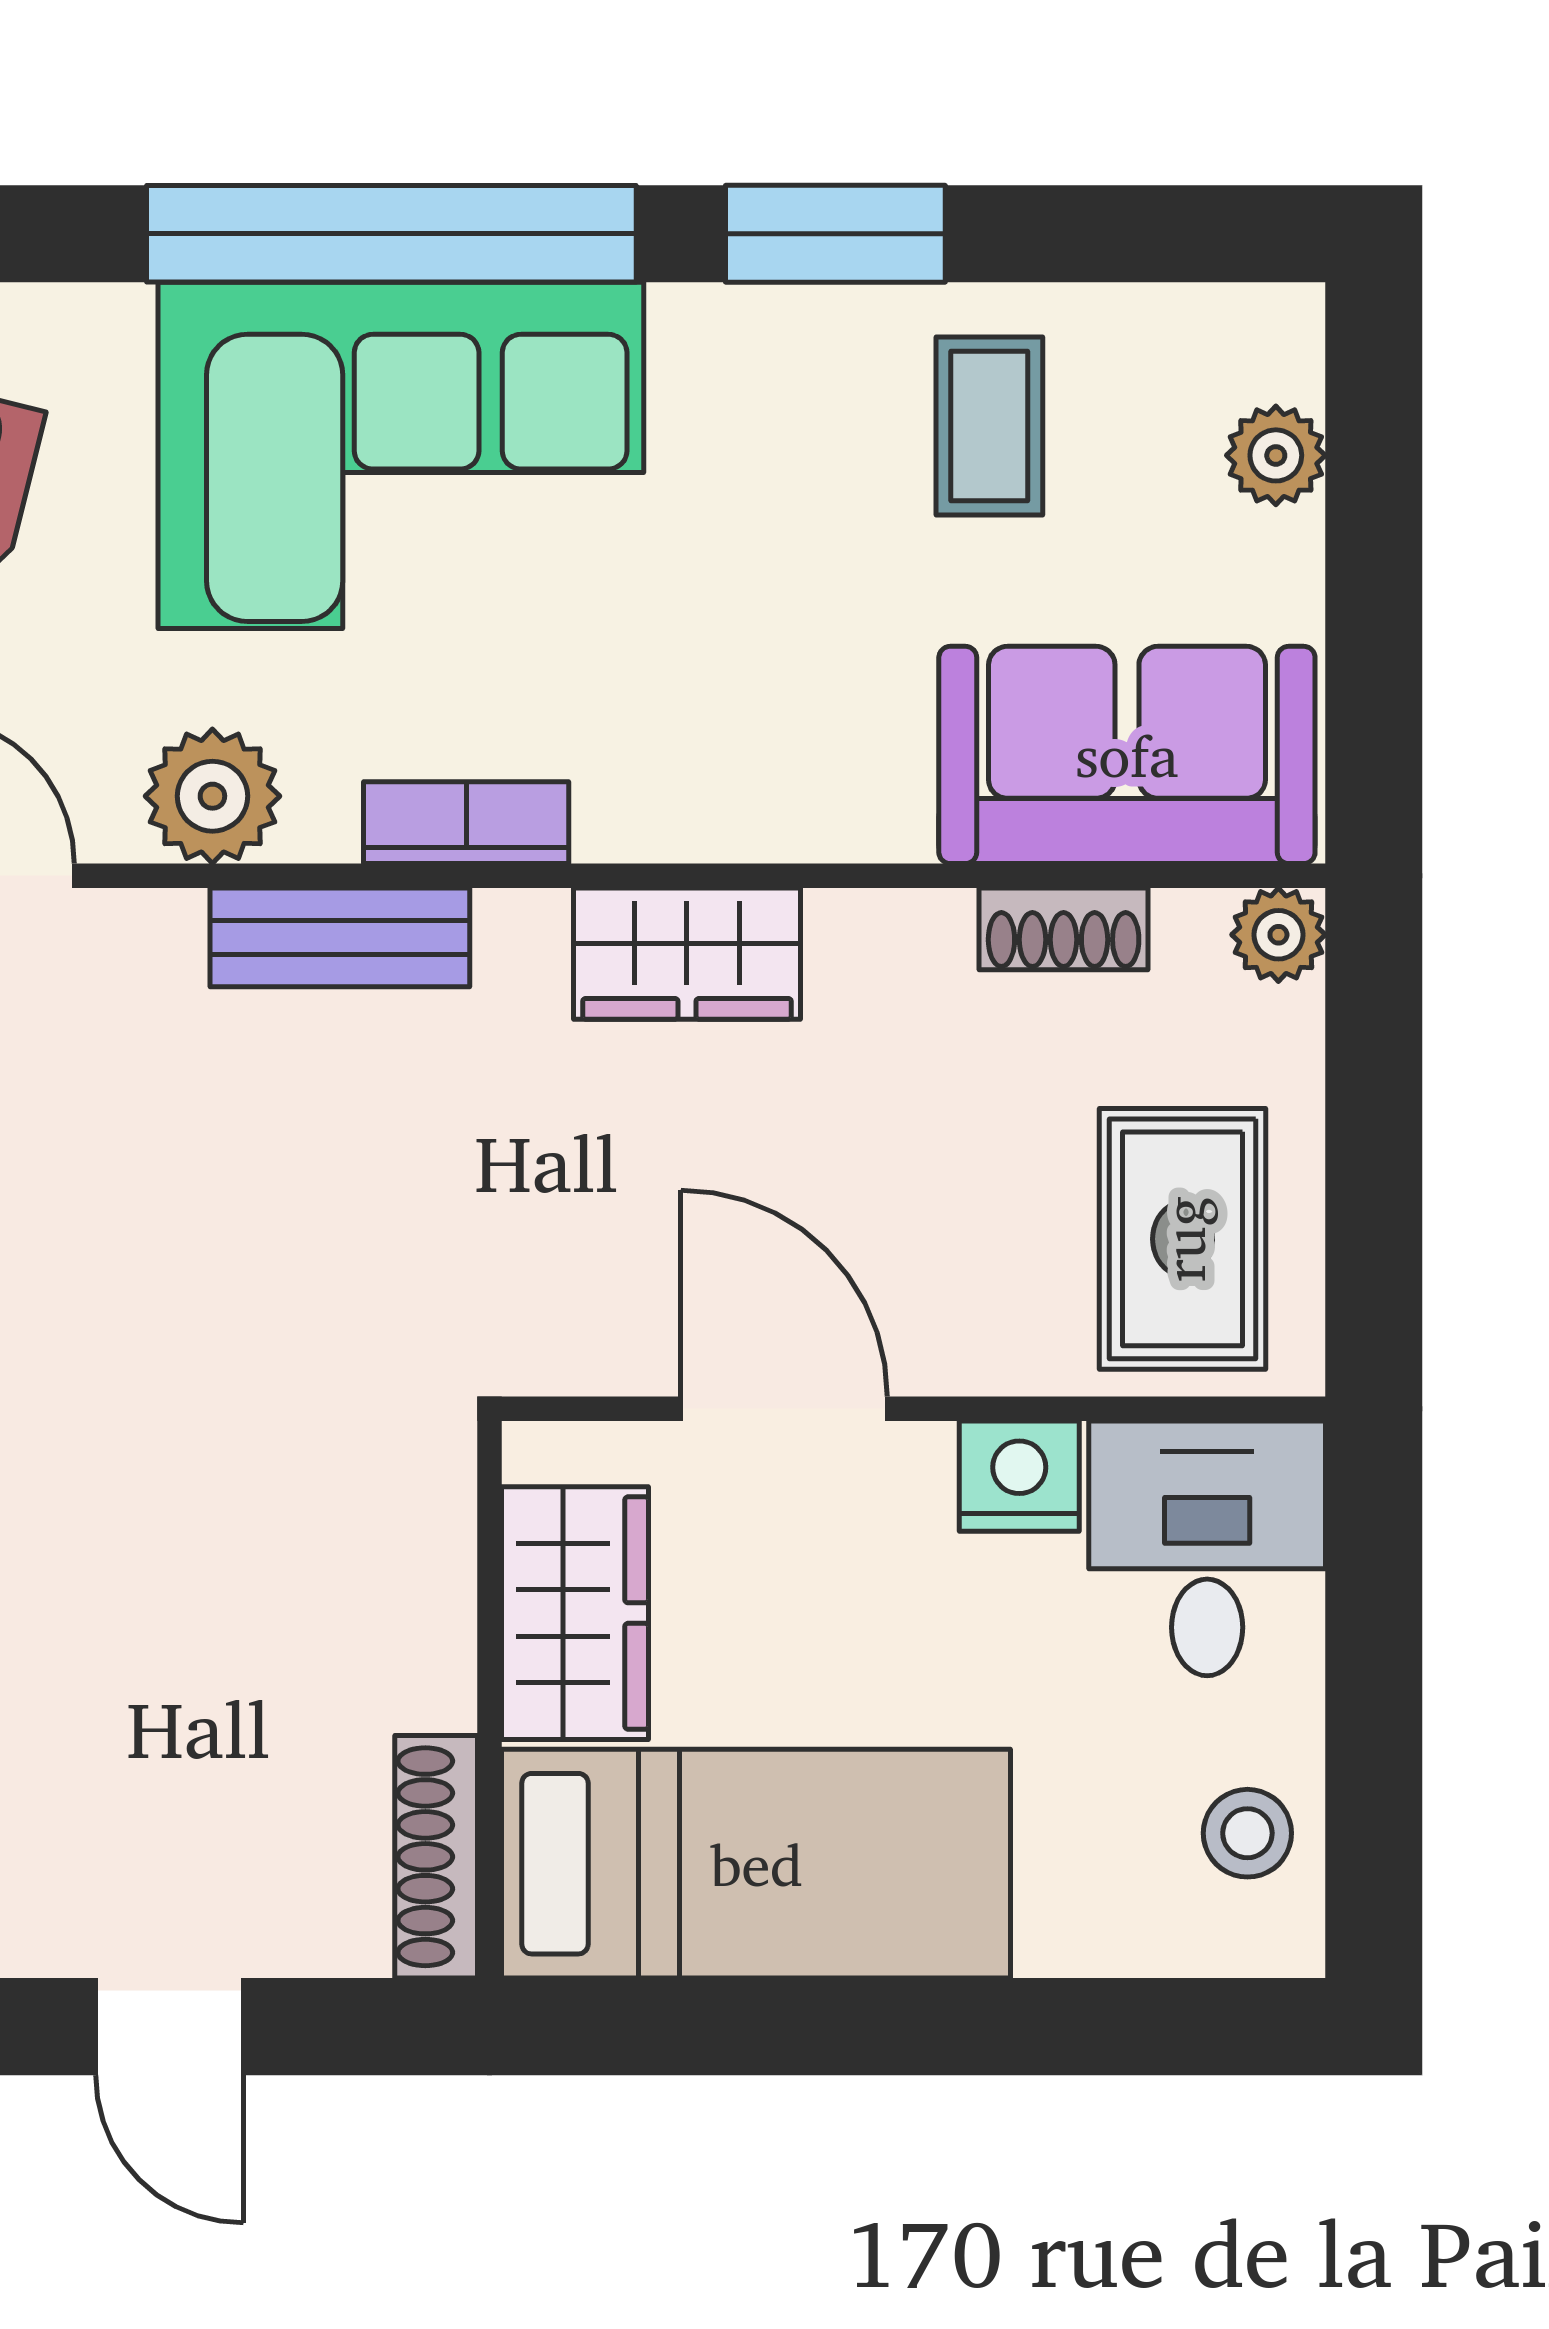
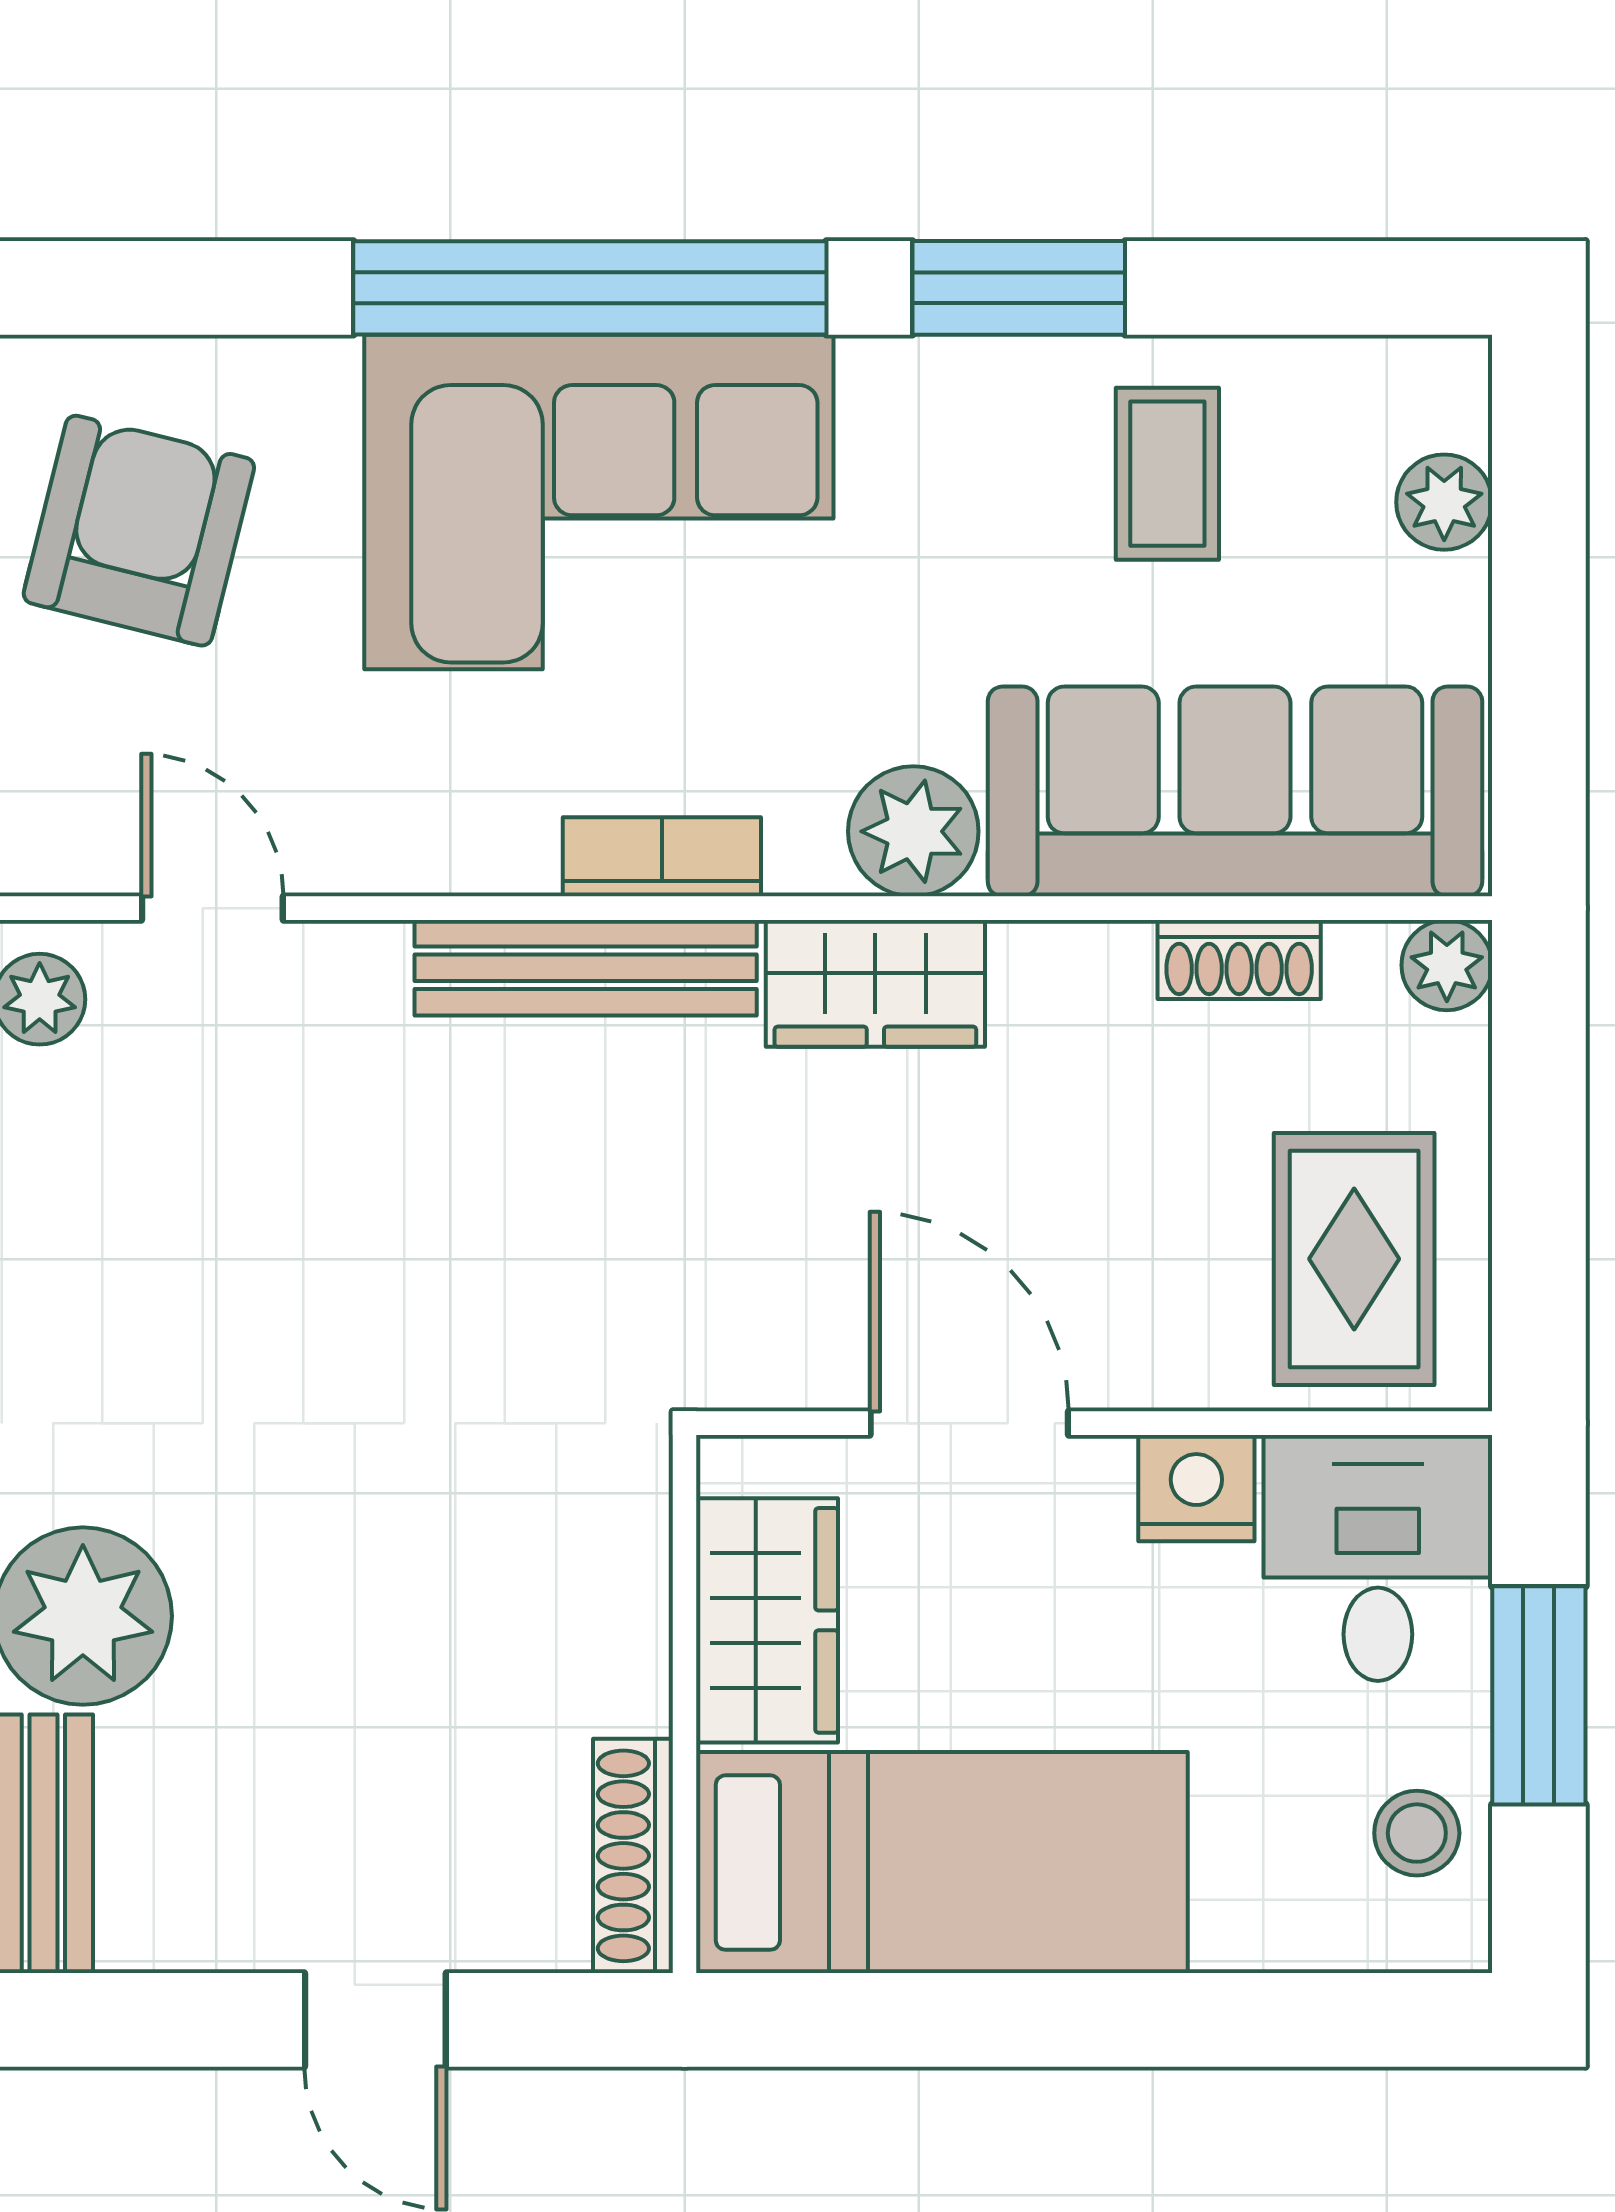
sofa: (1127, 755) -> (1235, 791), width x1.36
plant: (212, 796) -> (913, 831), moved
bench: (340, 937) -> (586, 968), width x1.36
window: (1374, 1691) -> (1539, 1695), added

